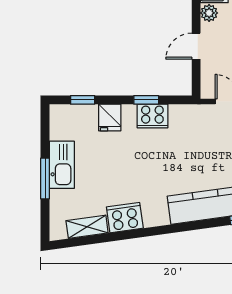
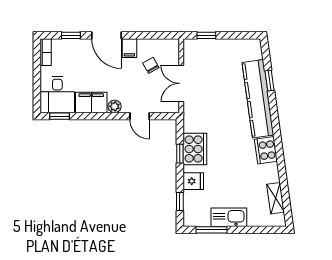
cooker: (152, 116) -> (195, 149), width x1.37, depth x1.31
window: (45, 178) -> (211, 230), moved
cooker: (125, 218) -> (266, 150), moved

